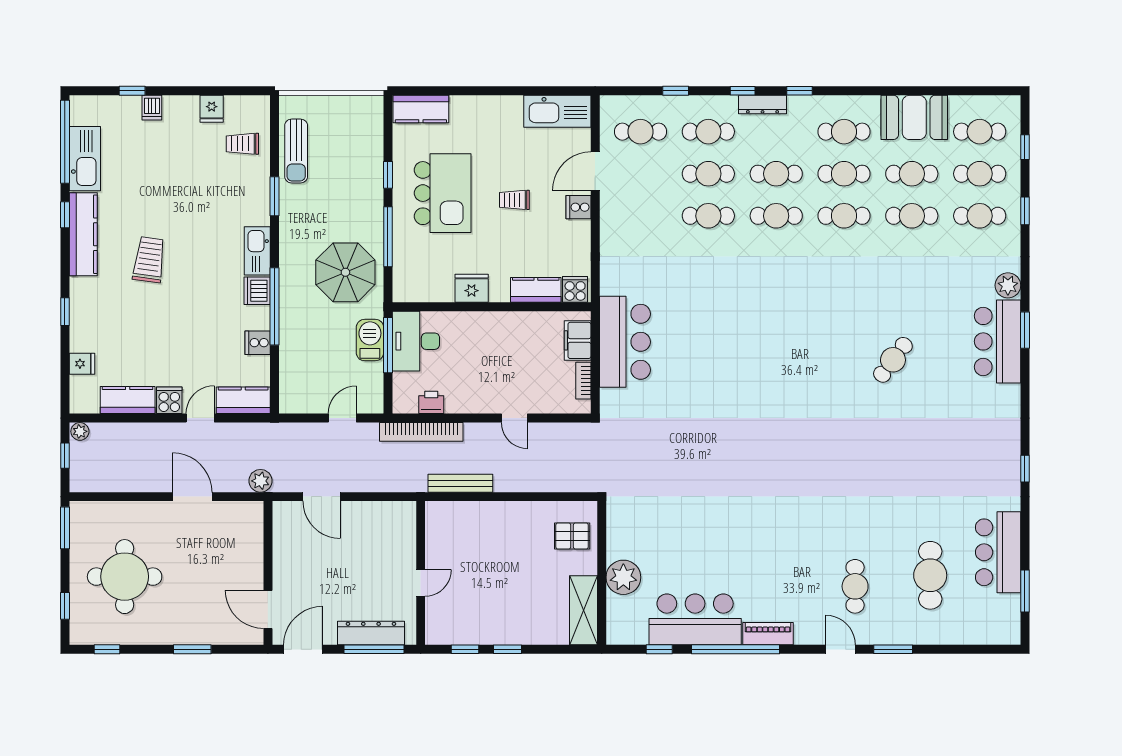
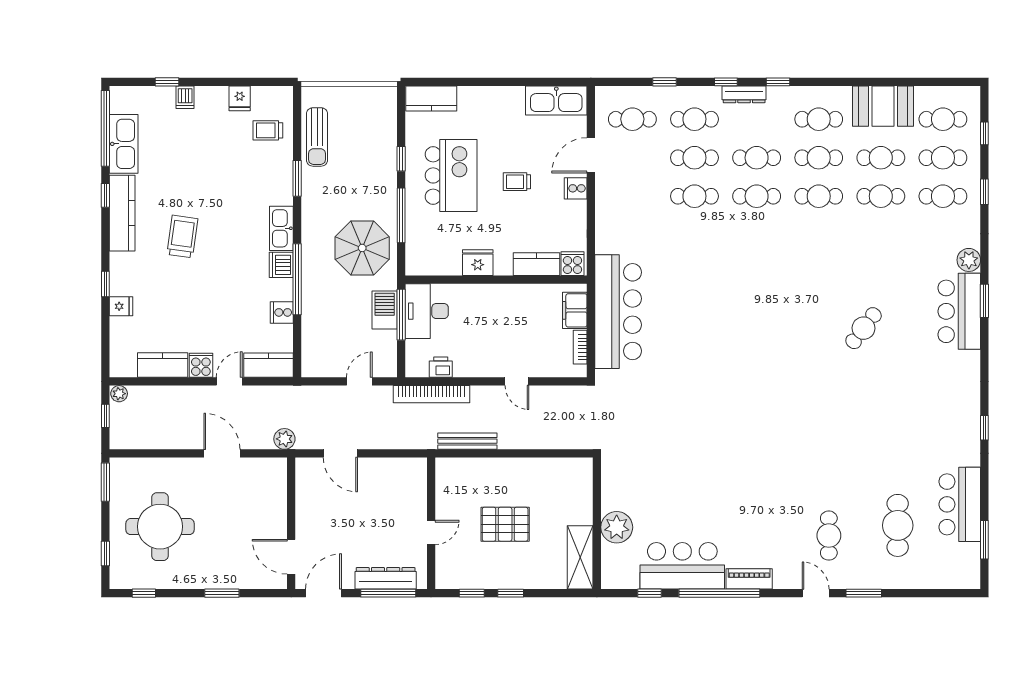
bar counter: (625, 342) -> (618, 312), width x1.36
fridge: (82, 364) -> (121, 306), moved
pallet: (572, 536) -> (505, 524), moved, width x1.50, depth x1.42

